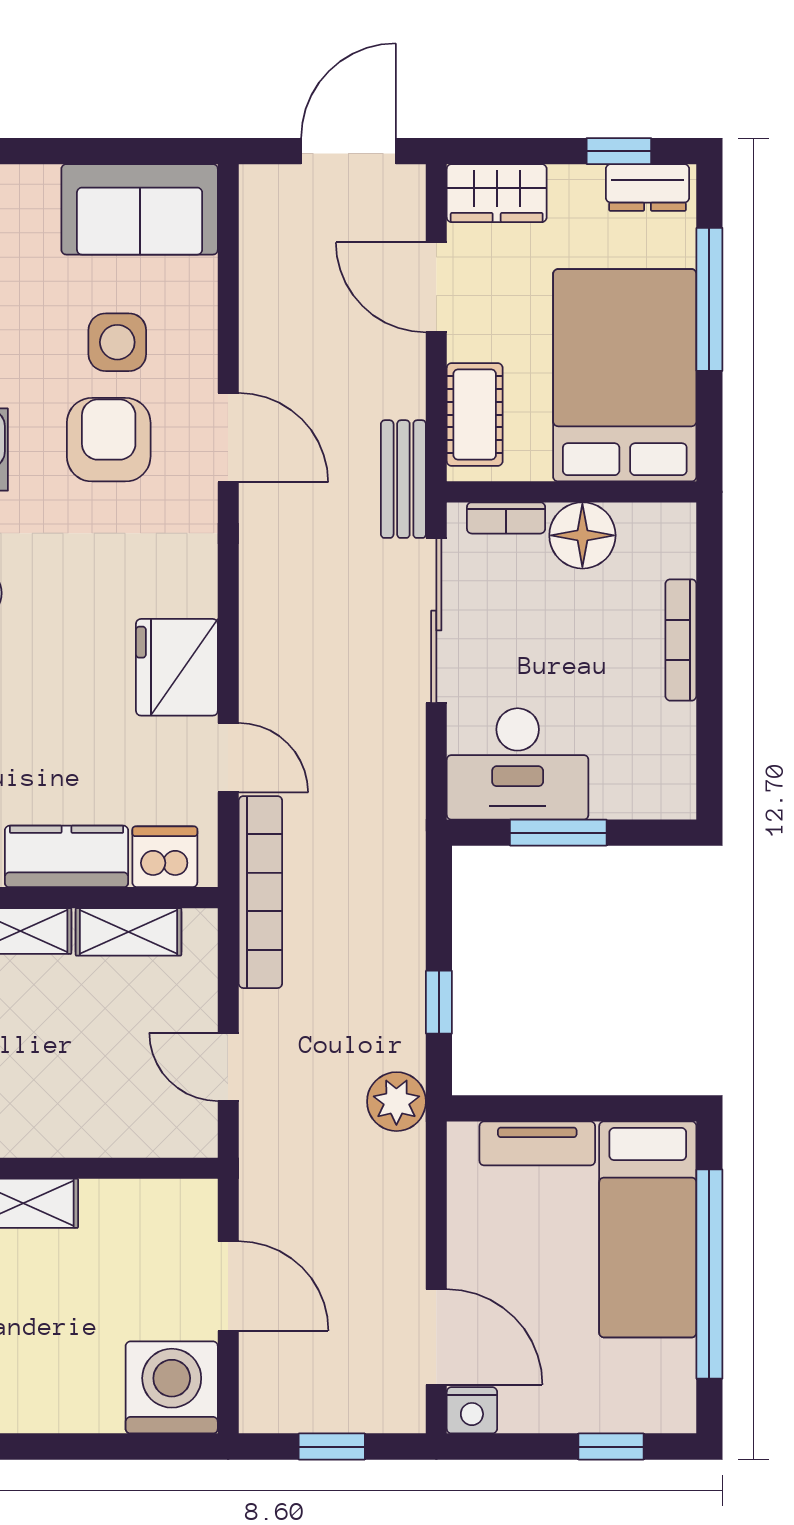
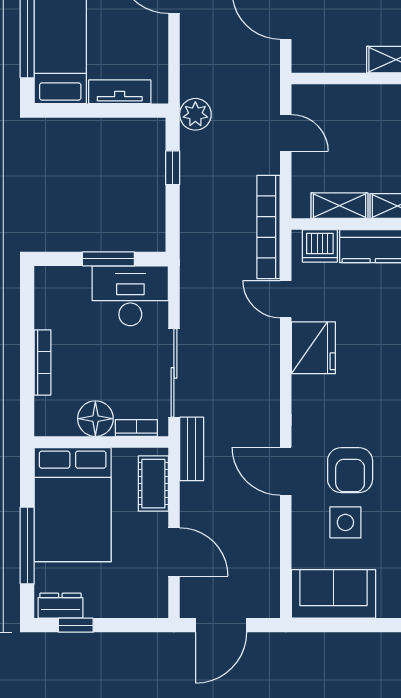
wardrobe: (497, 193) -> (142, 603), removed

